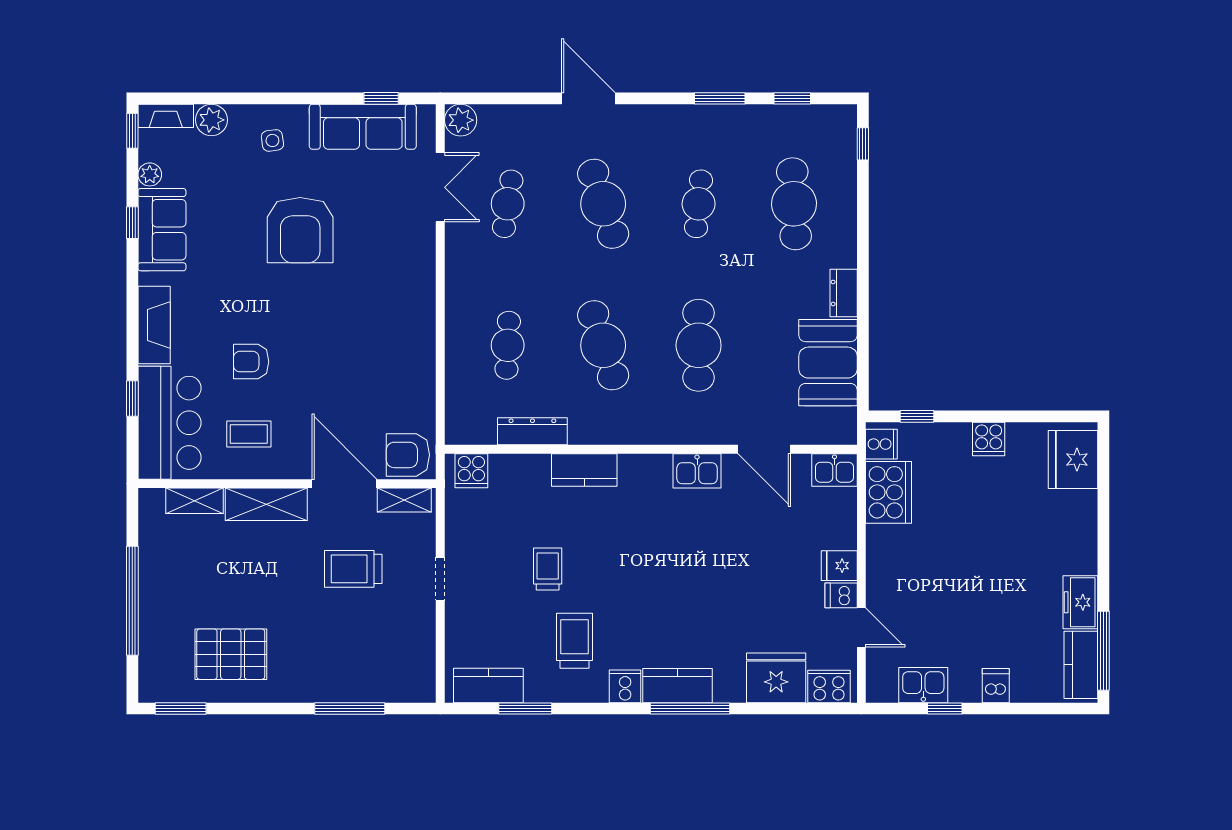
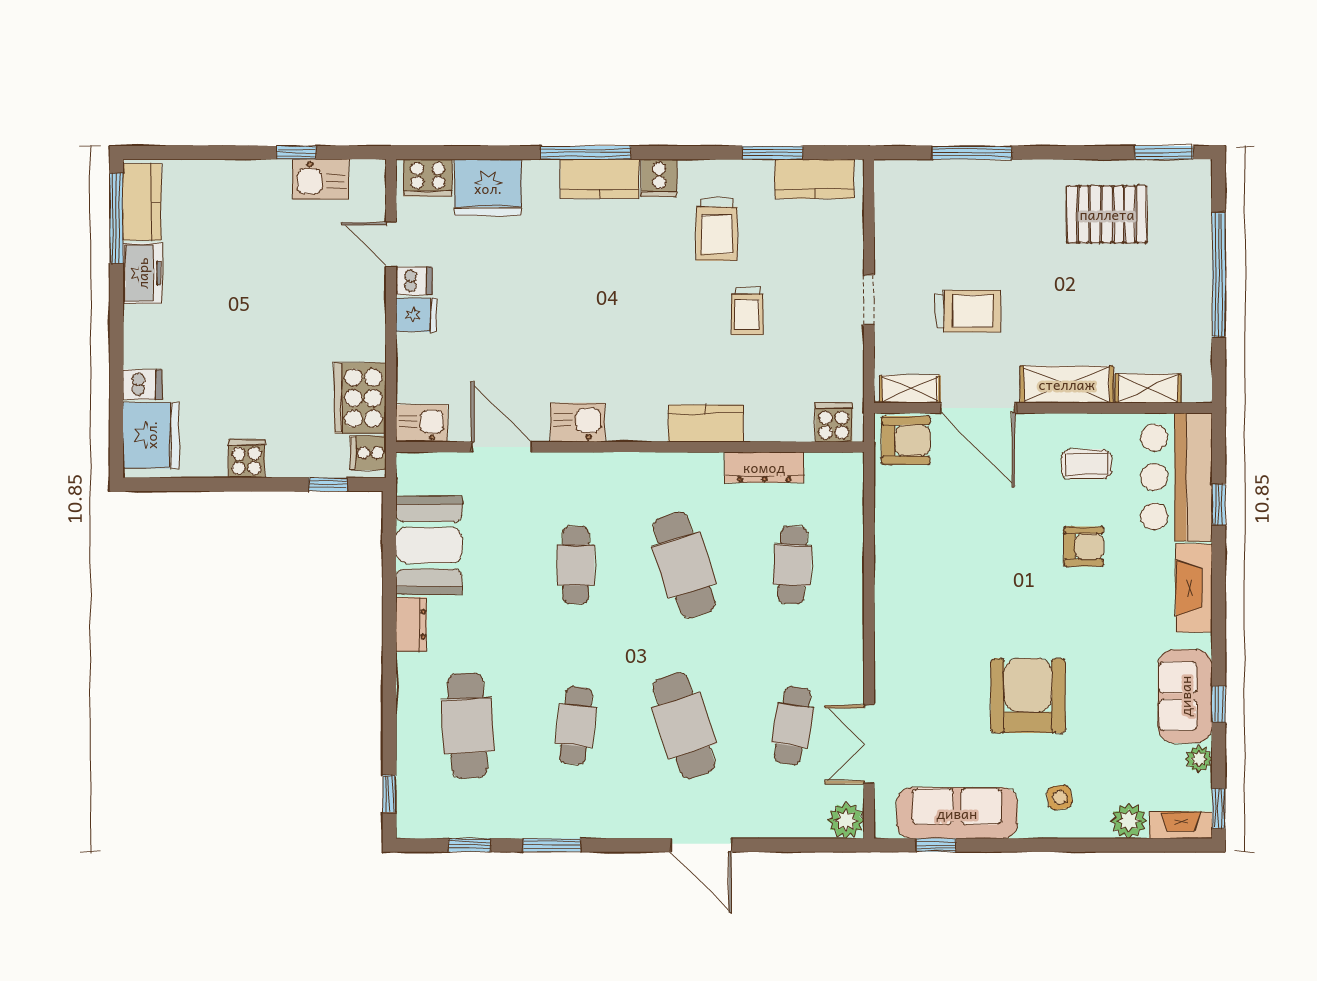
cafe table: (699, 345) -> (576, 565), width x0.73, depth x0.74
dishwasher: (996, 686) -> (142, 385), moved, turned -90

